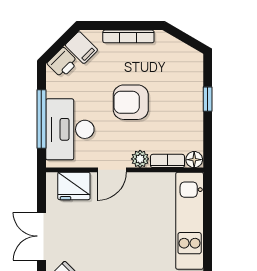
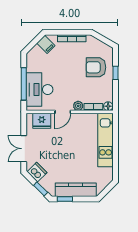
printer: (63, 63) -> (35, 53), removed
armchair: (131, 102) -> (96, 67), moved

